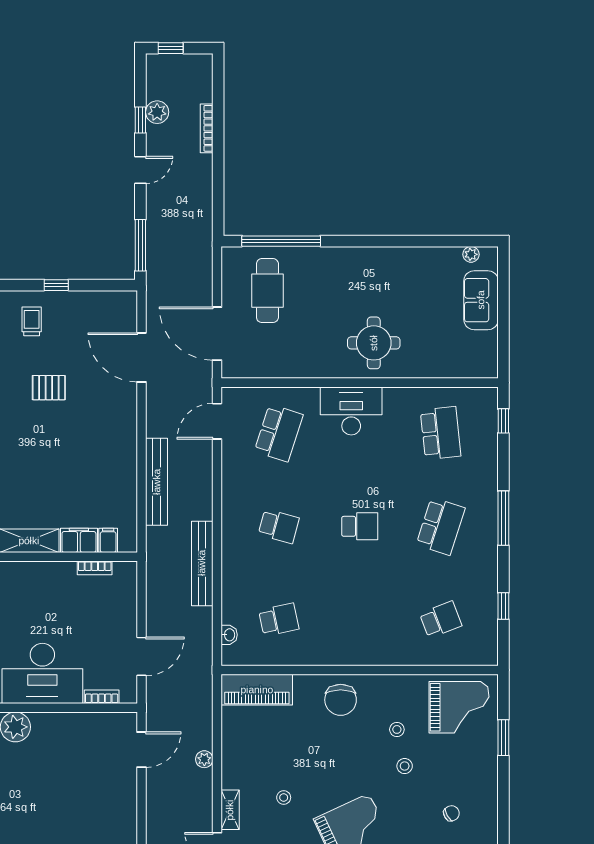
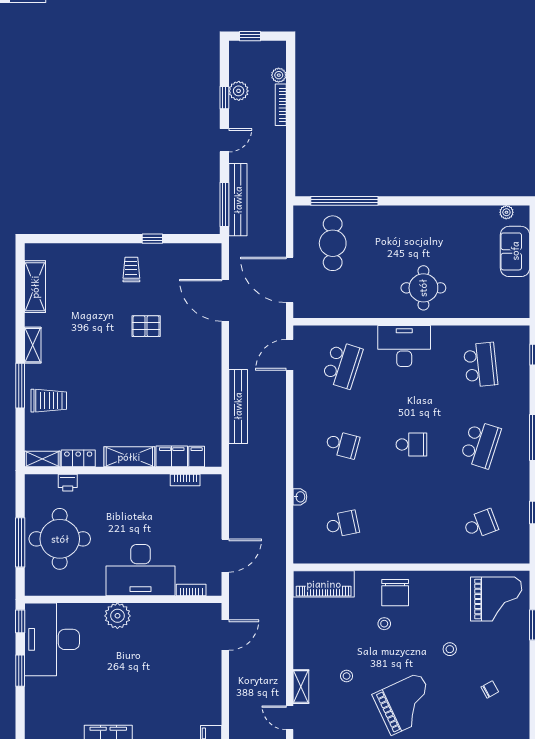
bench: (202, 563) -> (238, 200), moved
washbasin: (229, 635) -> (300, 497), moved
stool: (397, 729) -> (384, 624), moved
plant: (204, 759) -> (279, 75), moved

